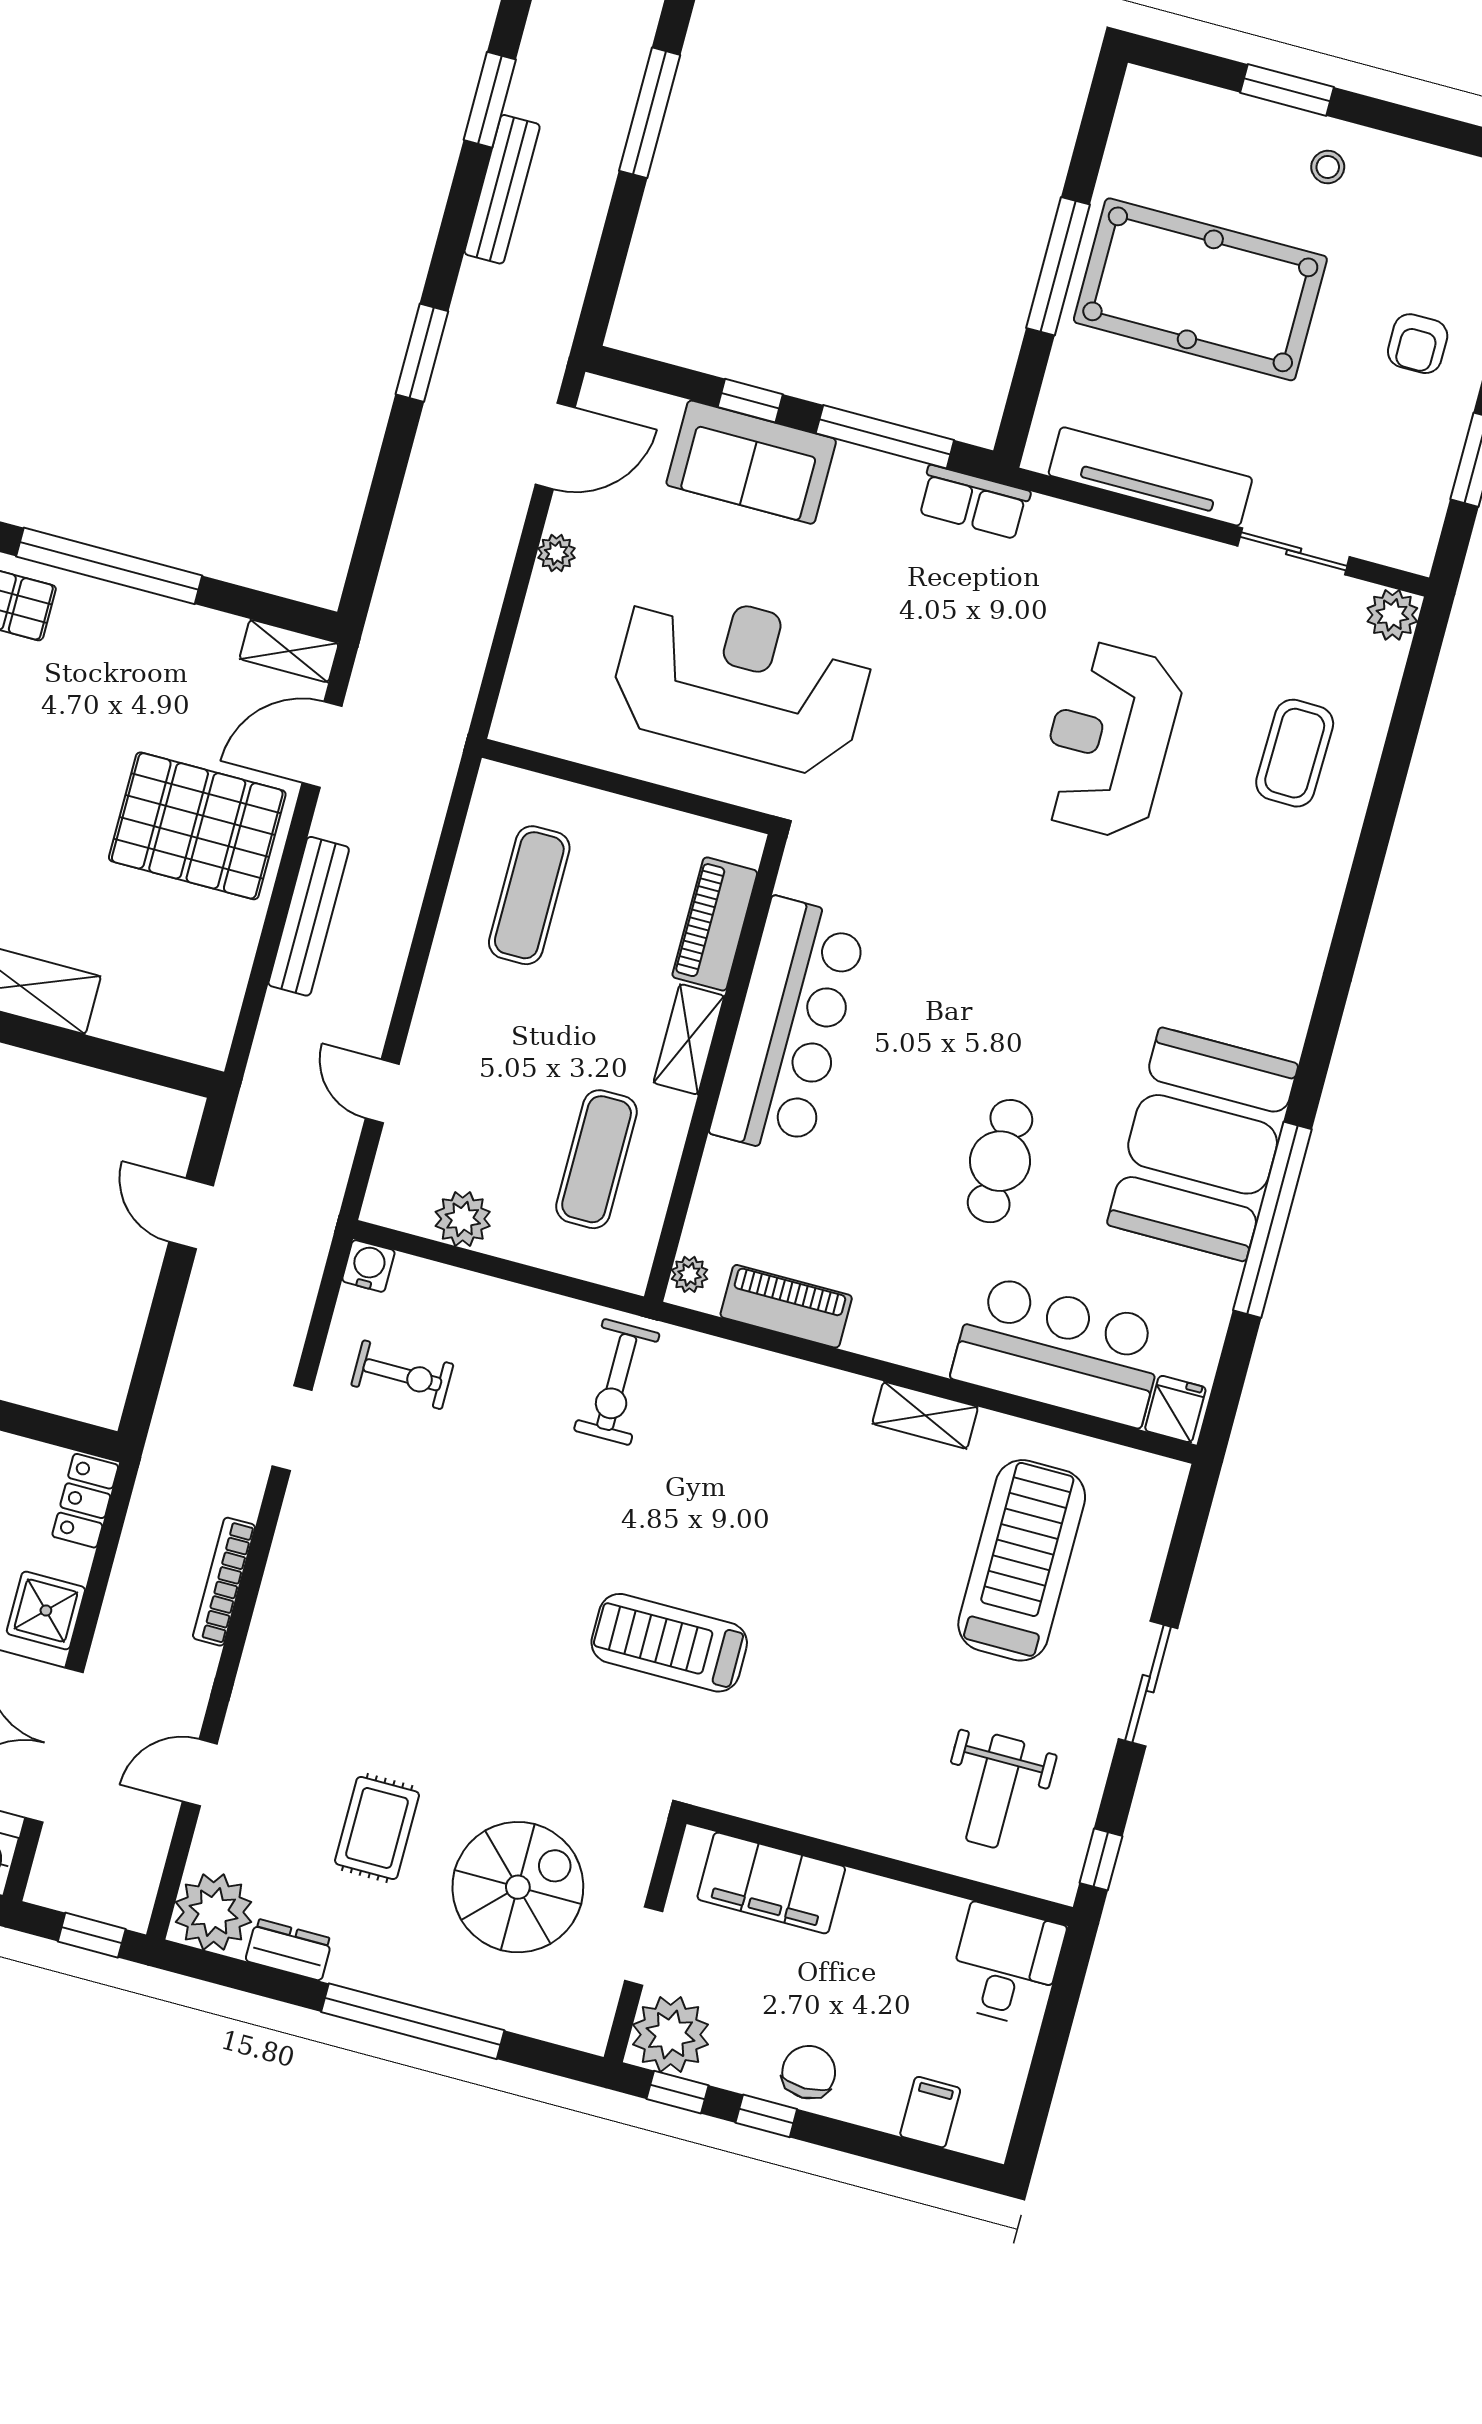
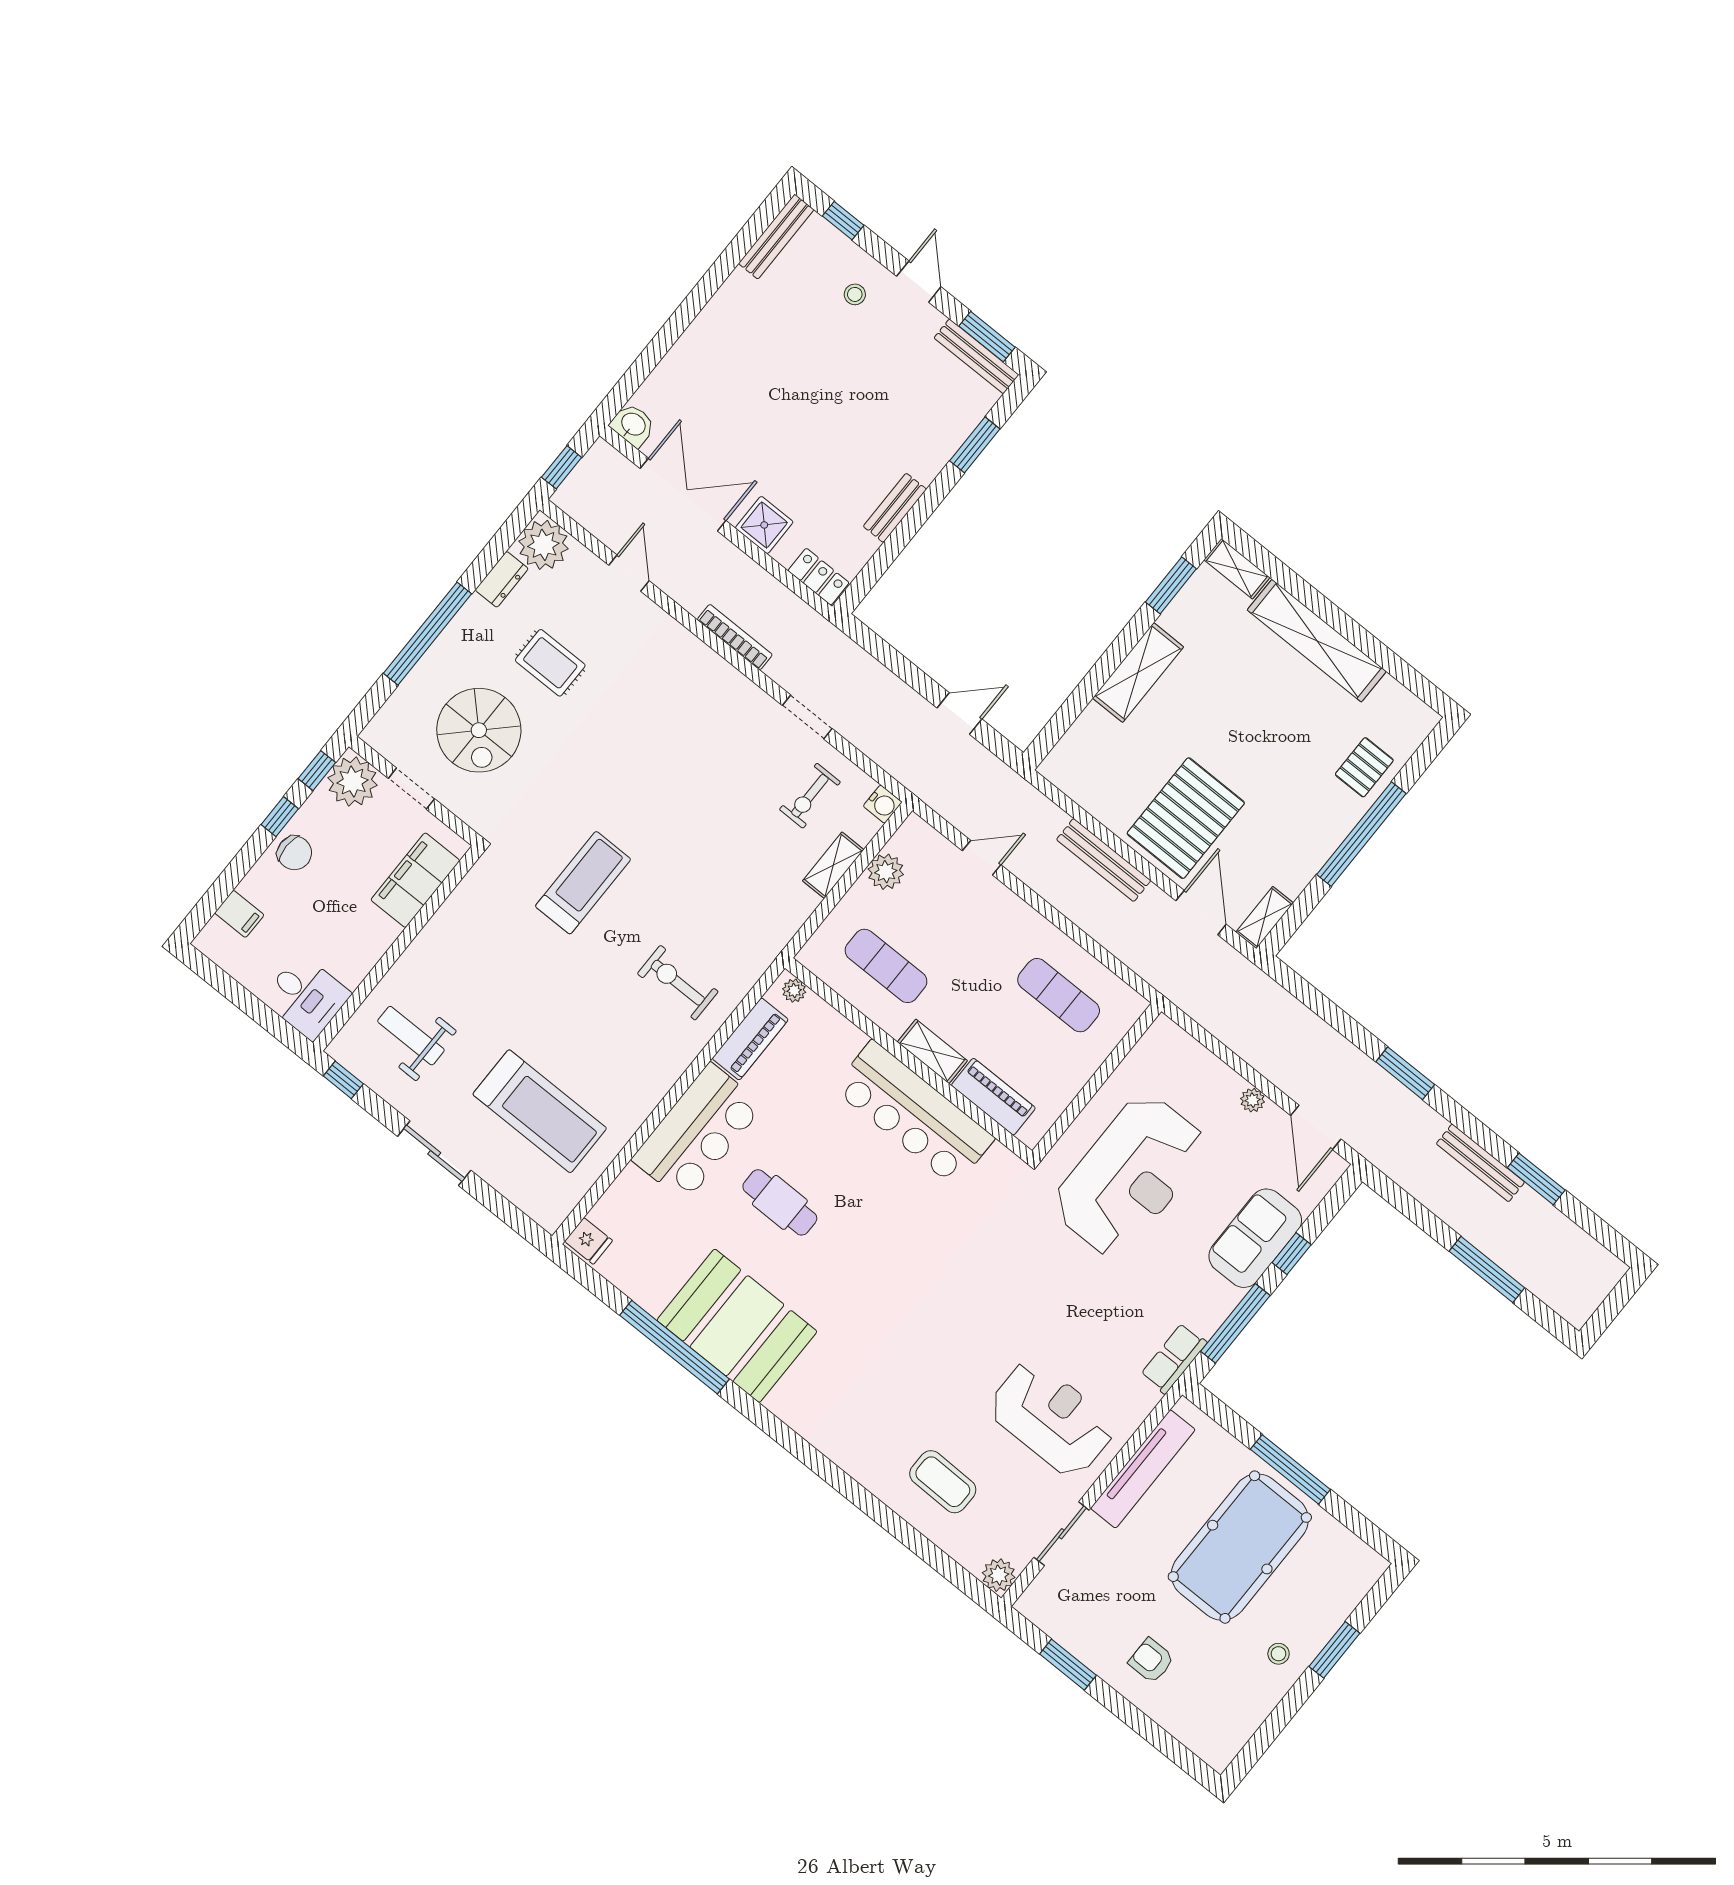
reception desk: (1109, 740) -> (1052, 1418), moved
bar counter: (1059, 1351) -> (698, 1132), moved
exercise bike: (617, 1382) -> (678, 983), moved
shelving: (925, 1415) -> (833, 865), moved

